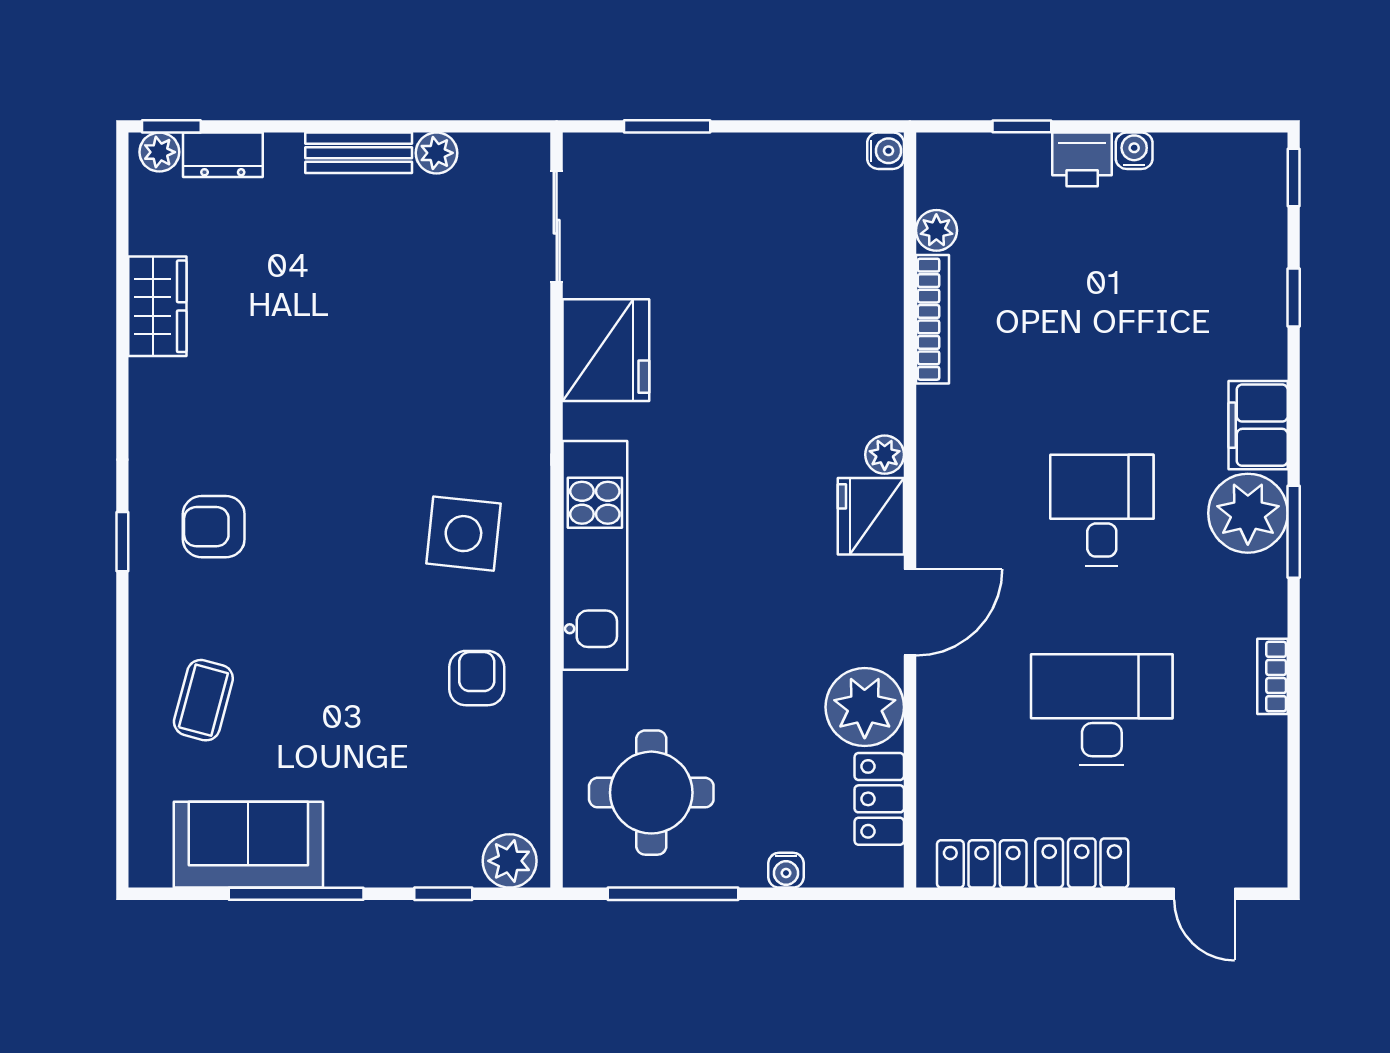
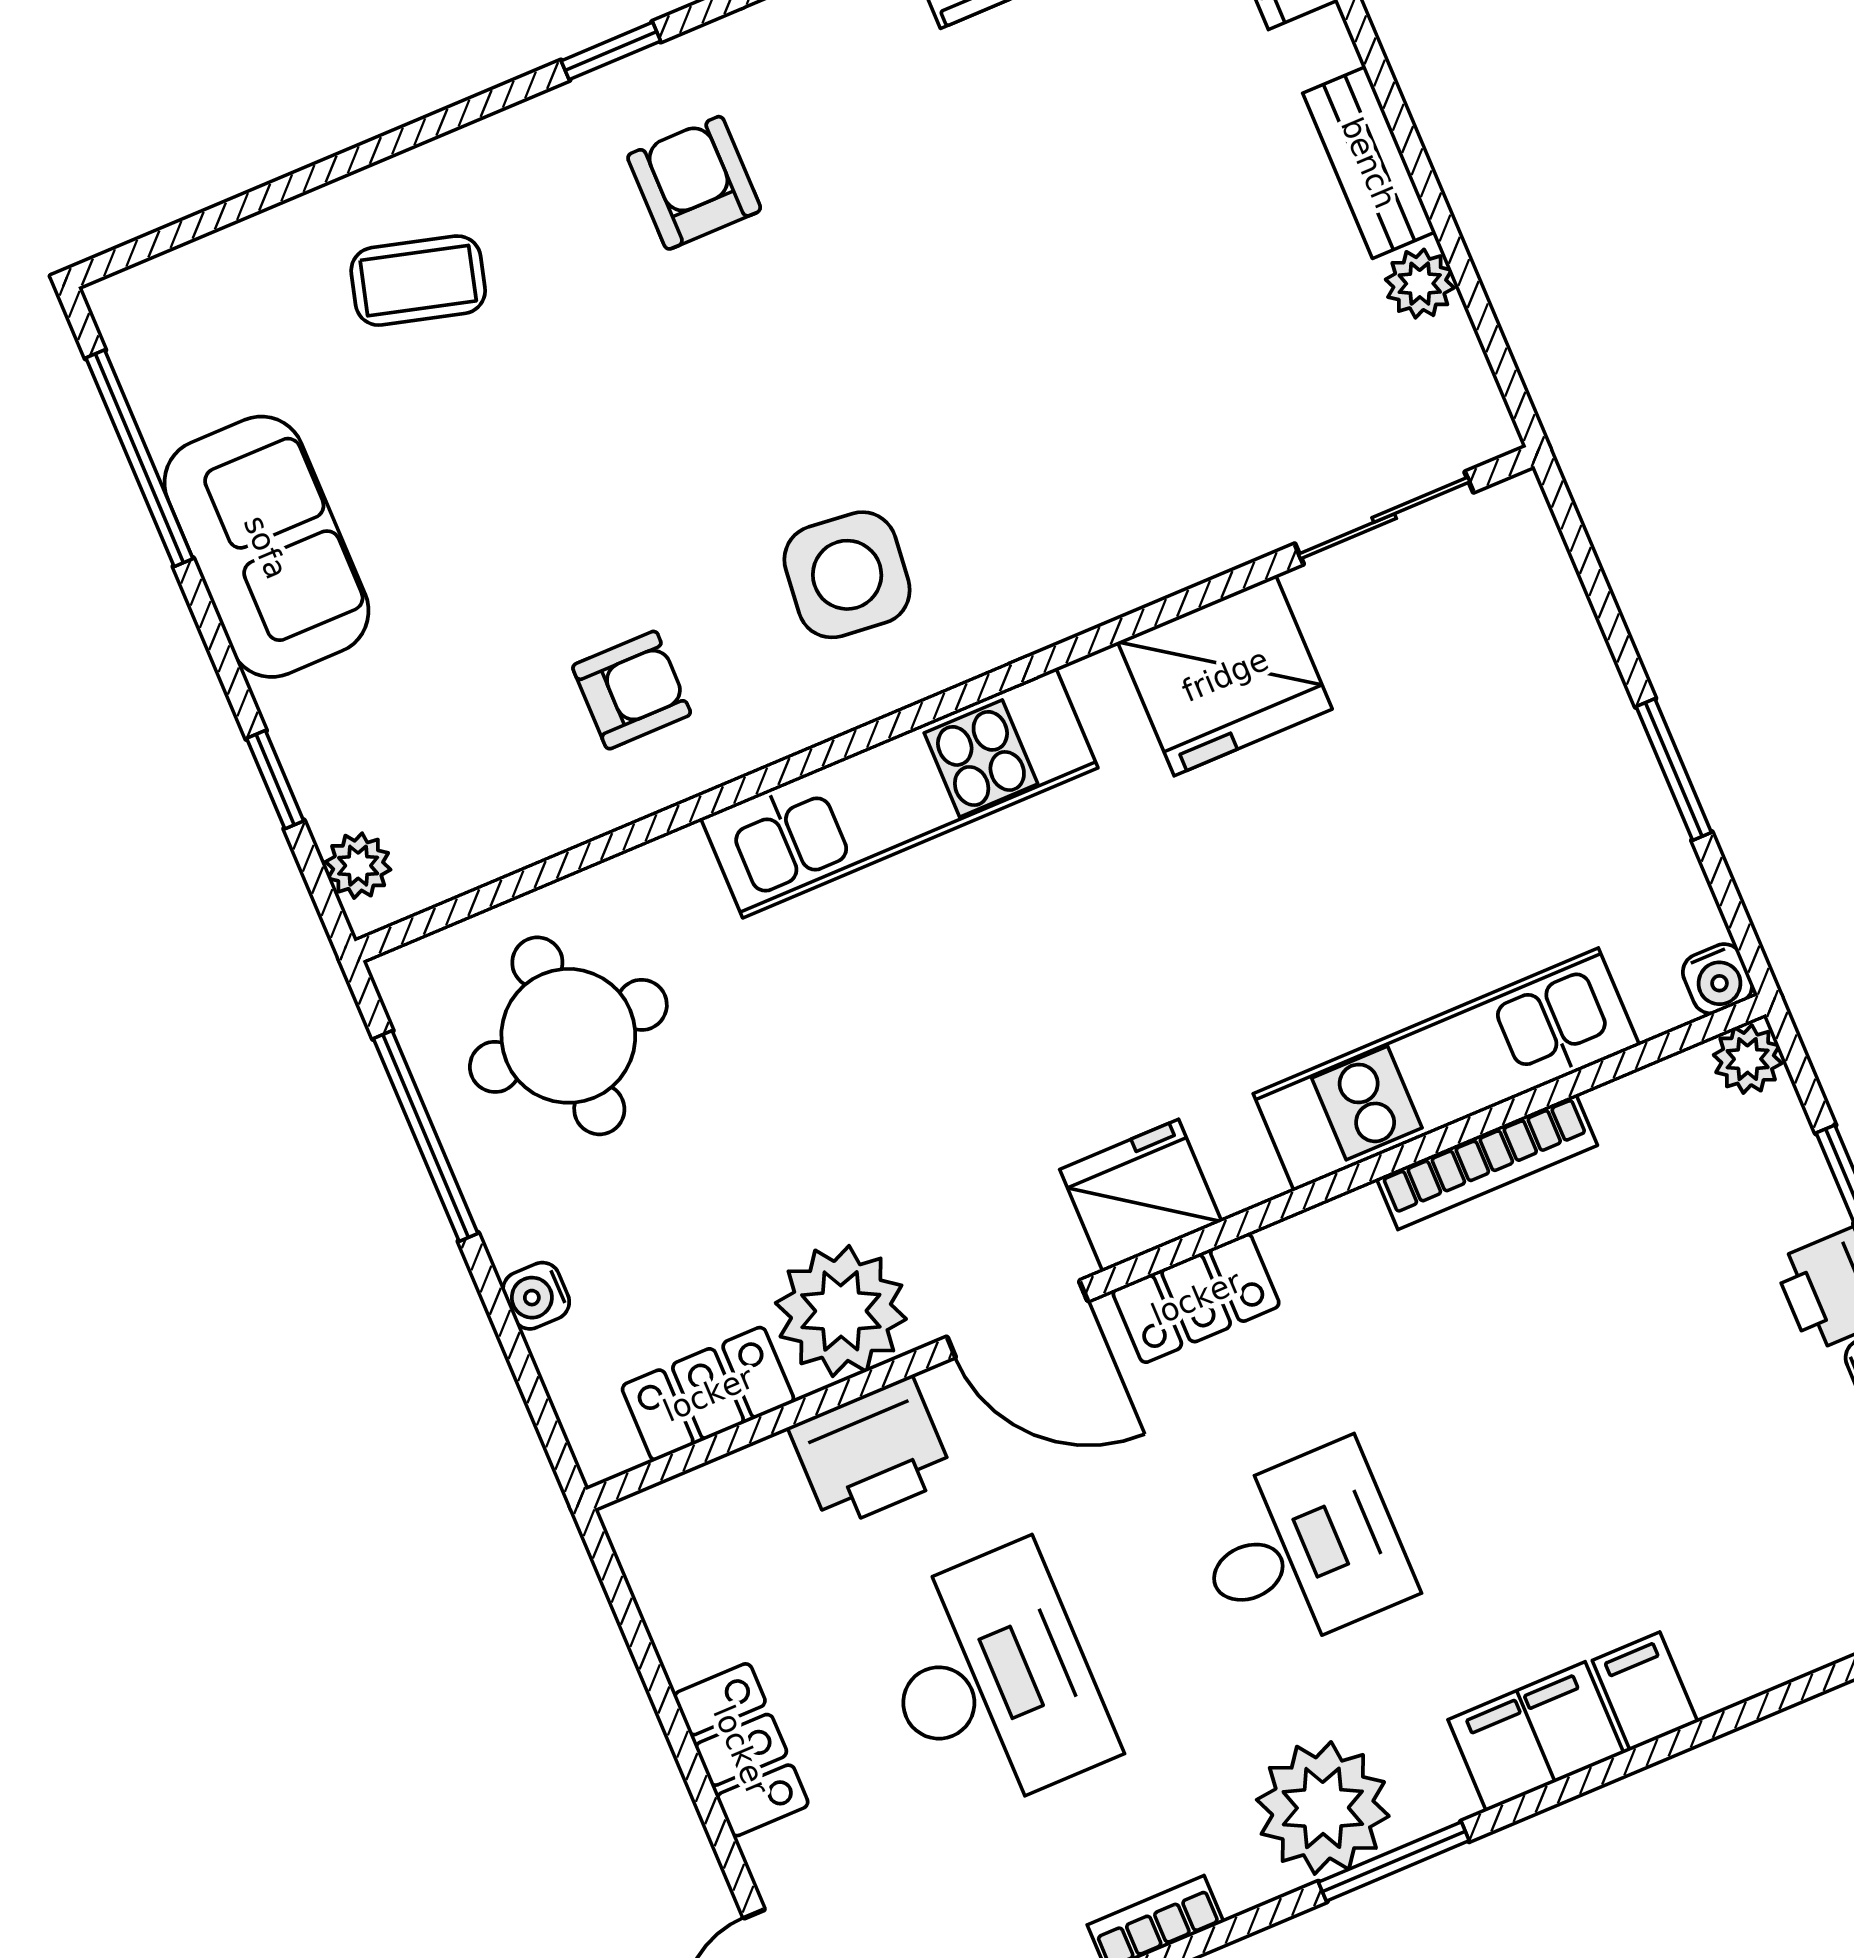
window: (667, 126) -> (1674, 770), moved
plant: (936, 230) -> (1748, 1059), moved
window: (1294, 298) -> (1757, 1708), removed
kitchen unit: (873, 320) -> (1446, 1069), added
filing cabinet: (1259, 355) -> (1645, 1691), added
plant: (885, 455) -> (1245, 1176), removed
plant: (1248, 513) -> (1323, 1808), moved
printer: (949, 723) -> (871, 1453), added
sofa: (248, 845) -> (266, 547), moved
plant: (510, 861) -> (358, 866), width x0.73, depth x0.73
locker: (982, 864) -> (1196, 1298), moved, turned 90
window: (296, 894) -> (139, 458), moved

